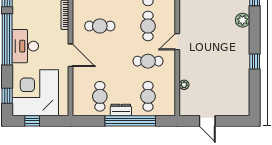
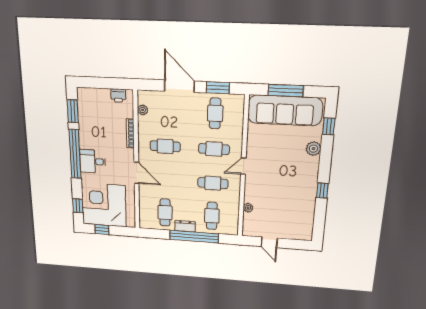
cafe table: (148, 26) -> (214, 149), turned 90
desk: (25, 46) -> (93, 161), width x0.73

